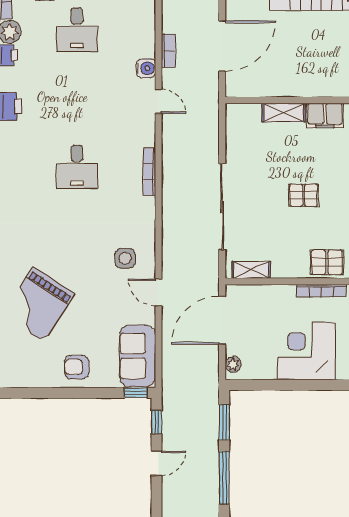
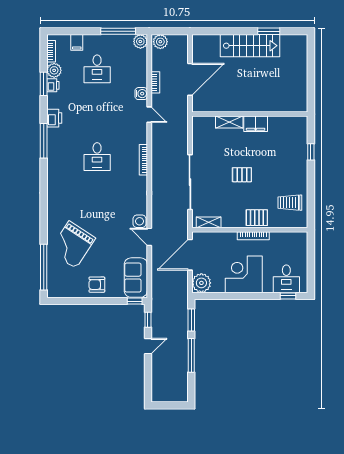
side table: (125, 258) -> (140, 221), moved
plant: (233, 364) -> (201, 283), width x1.87, depth x1.87

